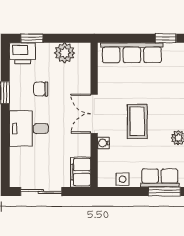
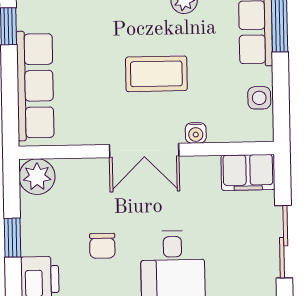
window: (32, 38) -> (12, 238), moved
plant: (65, 53) -> (37, 177), moved

